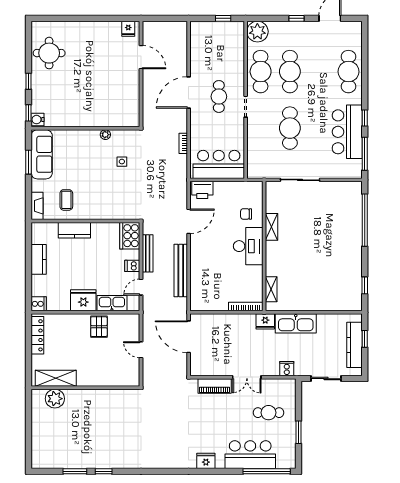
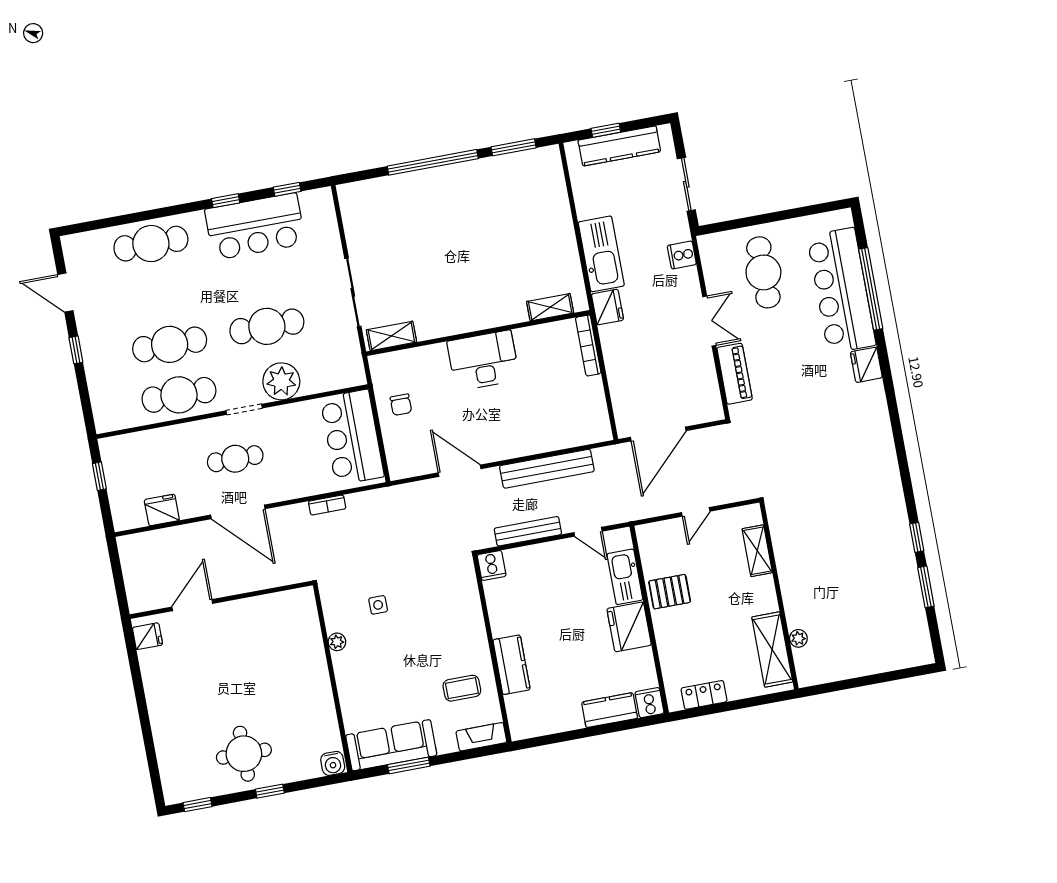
plant: (257, 32) -> (281, 381), moved
fridge: (198, 50) -> (162, 510), added
round table: (49, 53) -> (244, 754), moved
window: (28, 113) -> (197, 805), moved
window: (365, 154) -> (287, 189), width x0.46
printer: (202, 190) -> (401, 457), removed
chair: (246, 214) -> (401, 405), moved
window: (365, 220) -> (433, 162), moved
shelving: (272, 227) -> (391, 336), moved
cooker: (130, 236) -> (492, 565), width x0.53, depth x0.76
kitchen counter: (39, 259) -> (610, 710), moved
dishwasher: (132, 266) -> (554, 554), removed
window: (365, 285) -> (514, 147), width x1.50
locker: (37, 335) -> (704, 695), width x0.66
shelving: (113, 380) -> (757, 551), added
plant: (55, 399) -> (798, 638), width x0.53, depth x0.53
cafe table: (268, 413) -> (763, 272), width x1.37, depth x1.35
window: (299, 432) -> (788, 214), removed
bar counter: (250, 455) -> (841, 290), width x1.36
window: (267, 471) -> (871, 289), moved

